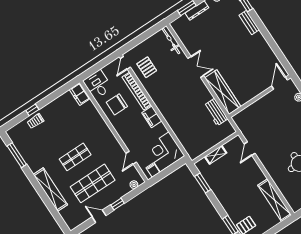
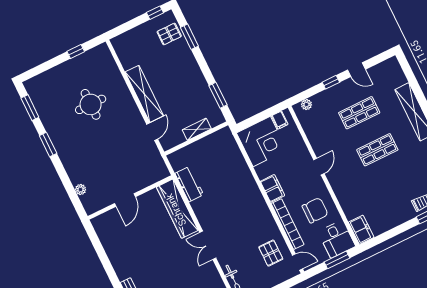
door: (125, 63) -> (297, 262), hinge flipped
window: (95, 68) -> (337, 260), added
door: (280, 83) -> (125, 200), moved
door: (131, 158) -> (319, 167), moved
shop shelf: (93, 183) -> (359, 113), width x0.70, depth x0.74
shelving: (275, 200) -> (144, 94), moved

